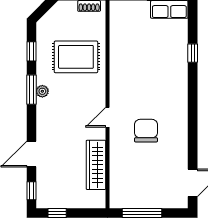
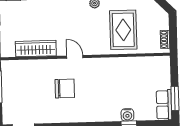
water cooler: (180, 55) -> (127, 115), added

